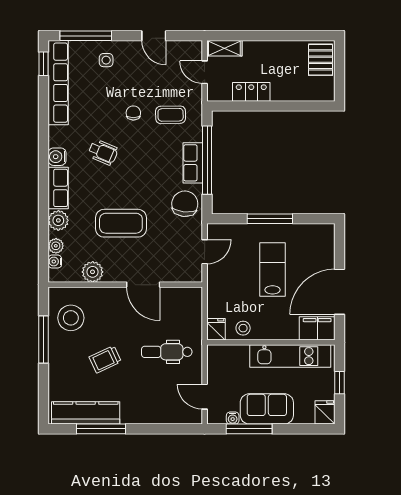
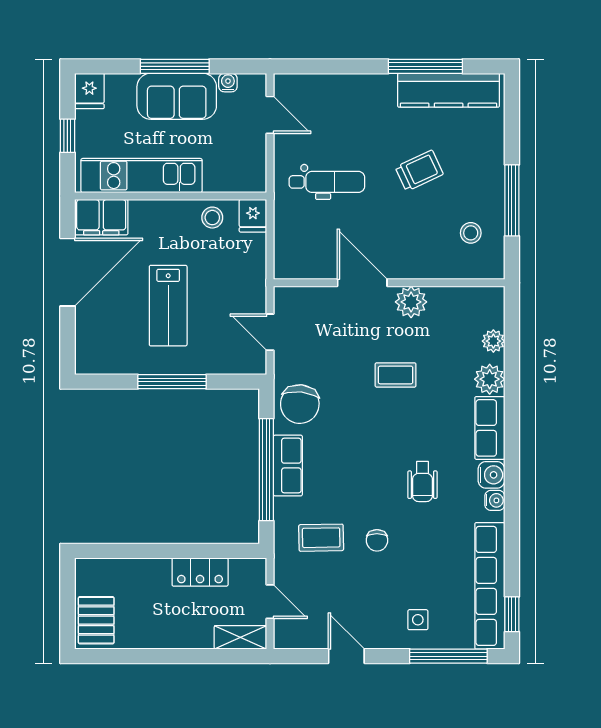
wheelchair: (103, 152) -> (422, 481), turned -113
coffee table: (121, 223) -> (396, 375), width x0.54, depth x0.58
door: (205, 252) -> (270, 332), hinge flipped
water cooler: (55, 262) -> (495, 500), moved
plant: (93, 272) -> (411, 302), moved
stool: (71, 318) -> (471, 233), width x0.53, depth x0.53
window: (249, 429) -> (175, 66), moved

